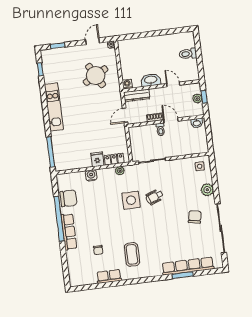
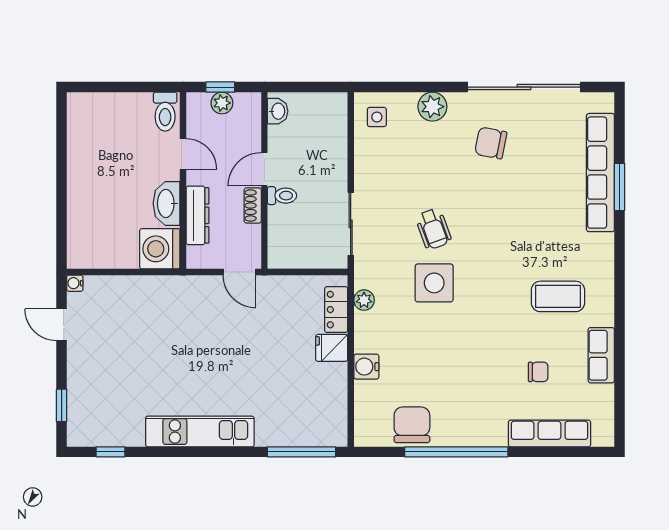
toilet: (188, 54) -> (165, 112), moved
round table: (96, 76) -> (141, 328), removed
washing machine: (127, 84) -> (160, 249), width x1.89, depth x1.89
door: (173, 84) -> (183, 154), swing flipped
dresser: (137, 95) -> (198, 215), moved
row of seats: (69, 232) -> (549, 434), moved

